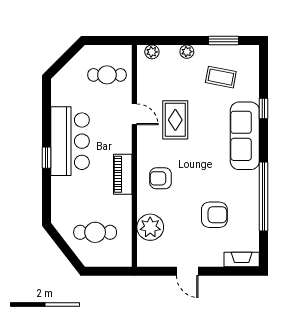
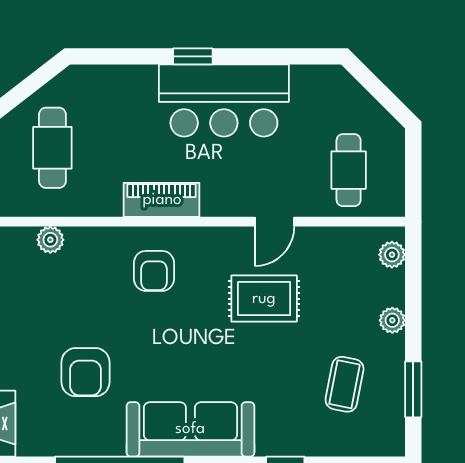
sofa: (245, 136) -> (190, 429), moved
armchair: (161, 178) -> (154, 271), turned 180
plant: (150, 227) -> (50, 240), width x0.53, depth x0.53

